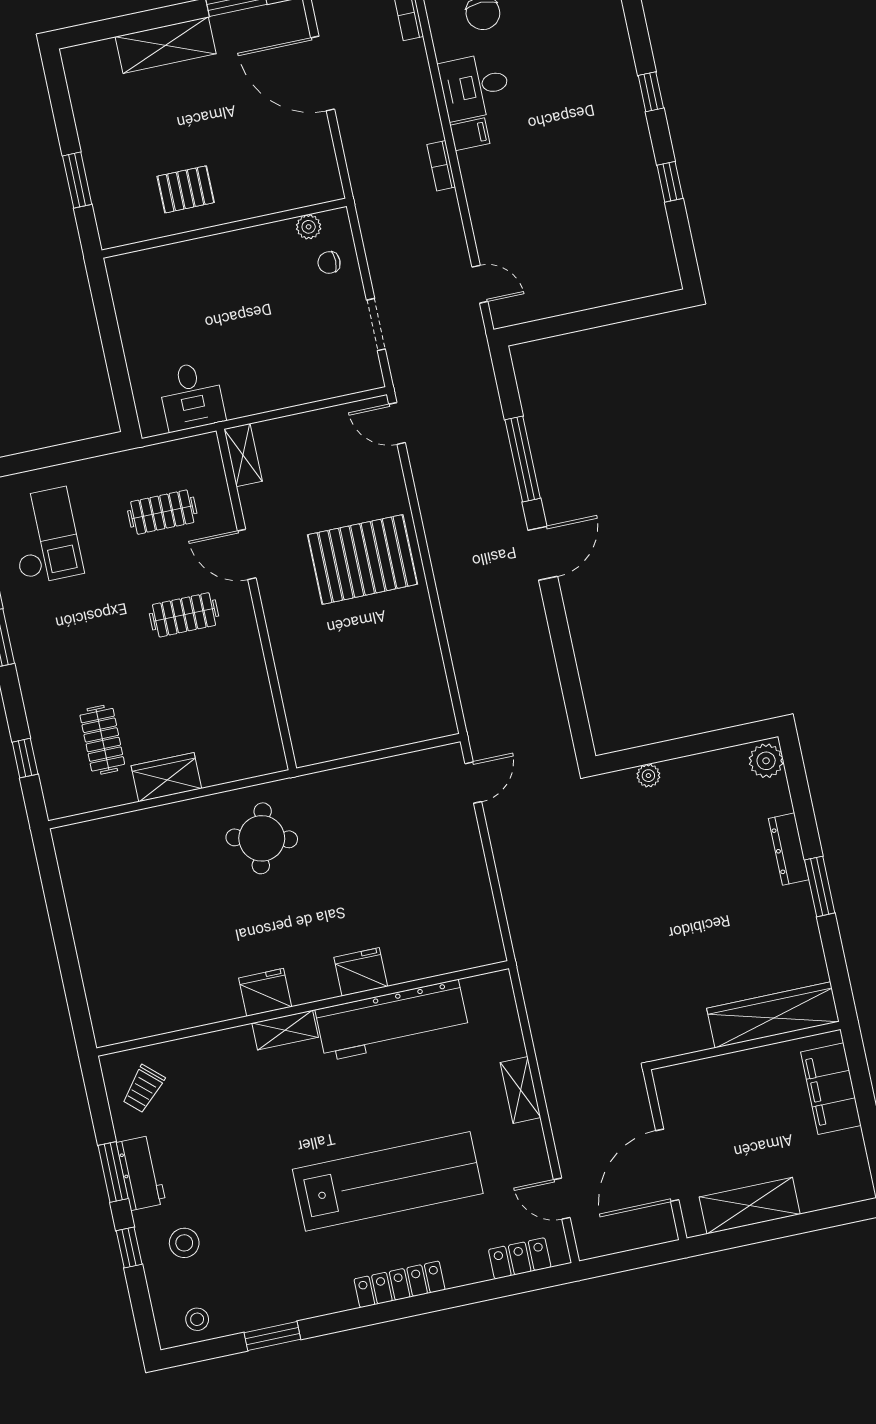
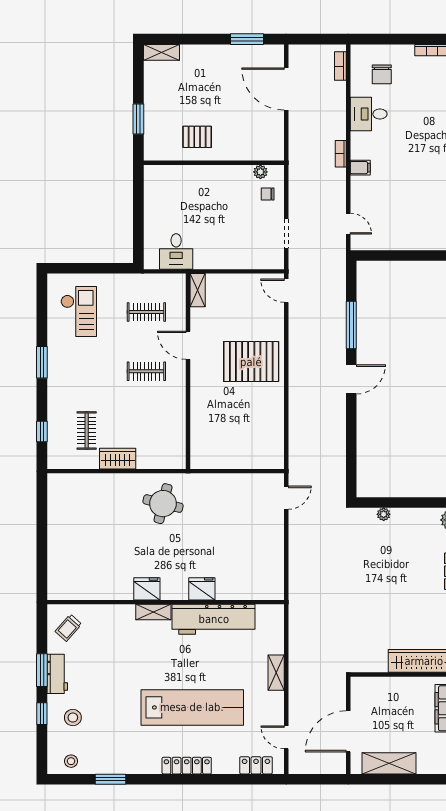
shelving: (166, 45) -> (161, 52), moved, width x0.67, depth x0.75
filing cabinet: (470, 134) -> (360, 168), moved

